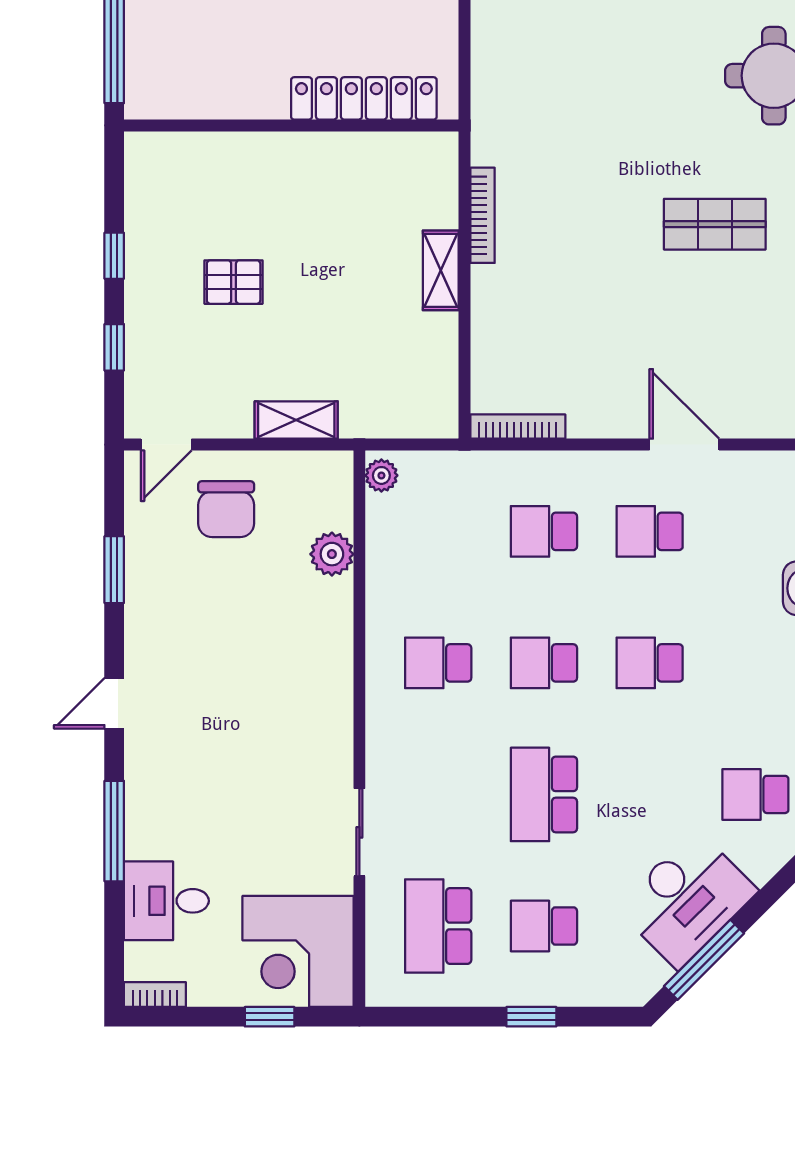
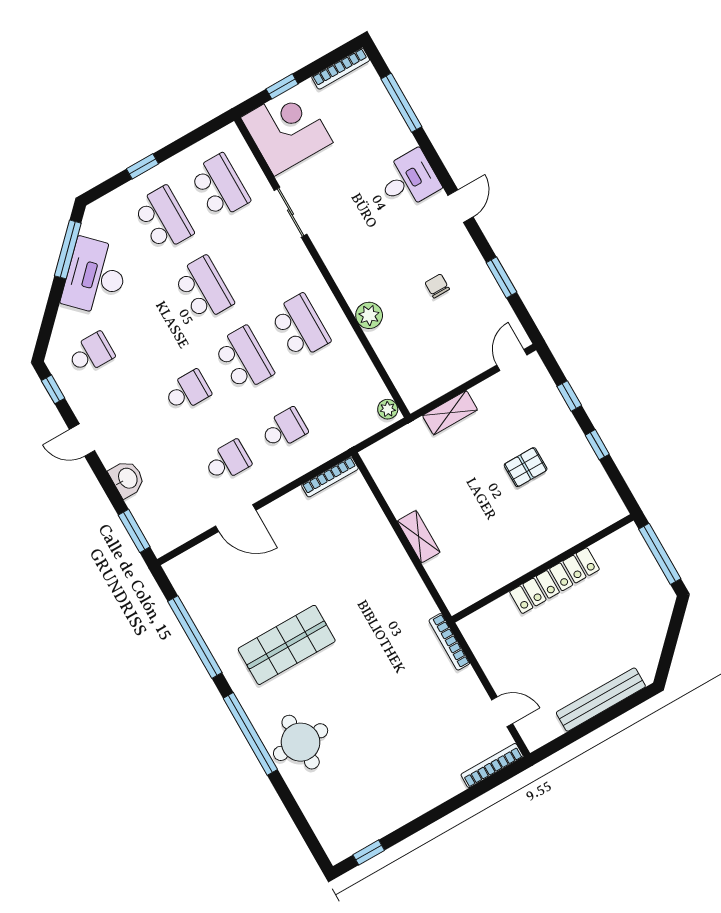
locker: (364, 98) -> (555, 581), moved
bookcase: (483, 215) -> (449, 642), moved
shop shelf: (715, 224) -> (287, 645), width x1.43, depth x1.36
chair: (226, 509) -> (437, 286), moved, width x0.54, depth x0.54
plant: (332, 554) -> (369, 315), moved
school desk: (438, 663) -> (300, 327), width x1.85
school desk: (544, 663) -> (244, 359), width x1.85
window: (114, 831) -> (401, 103), moved
desk: (166, 901) -> (409, 180), moved
school desk: (544, 926) -> (163, 219), width x1.85
bookcase: (155, 995) -> (341, 69), width x1.56

